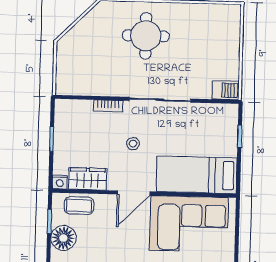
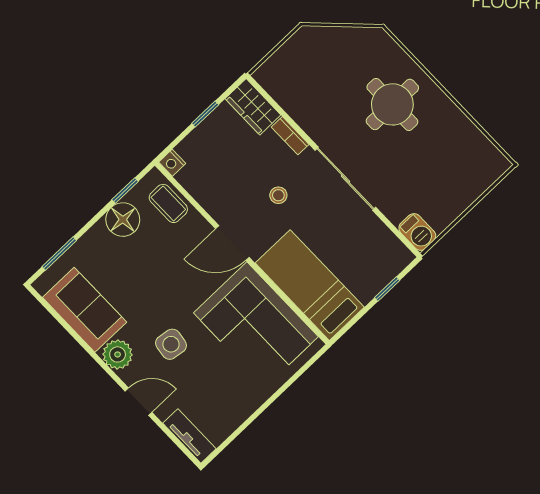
wardrobe: (88, 179) -> (253, 107), moved, turned 180

